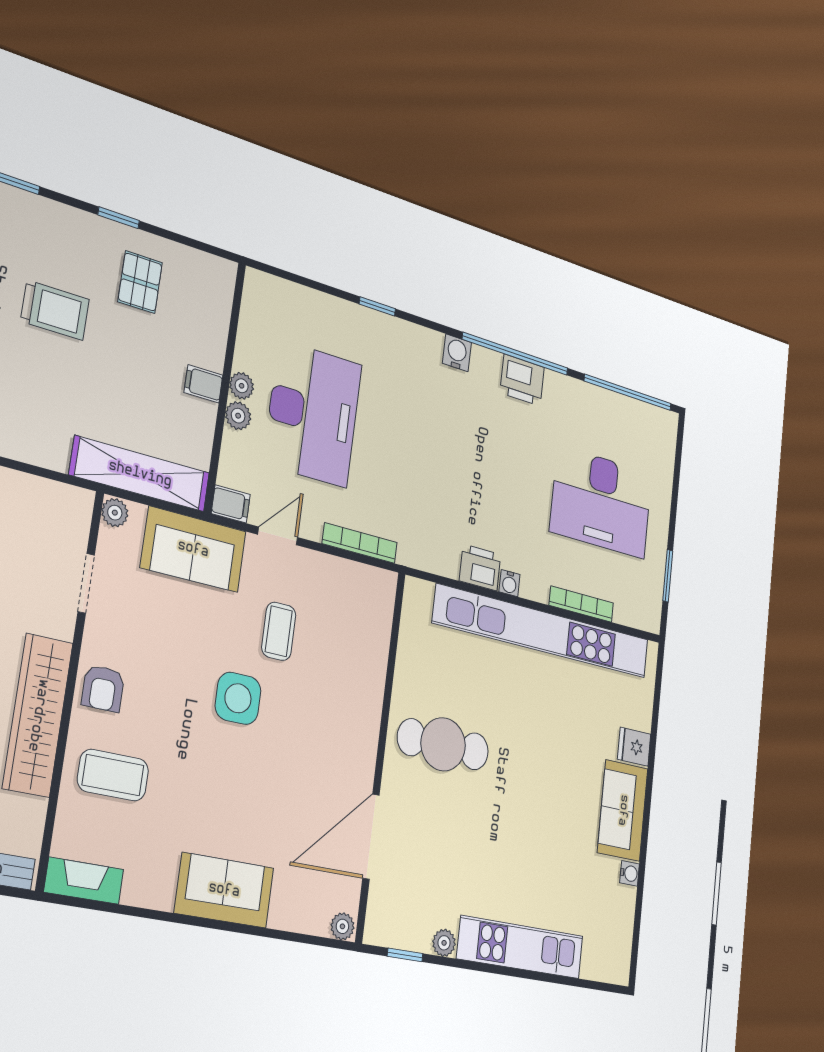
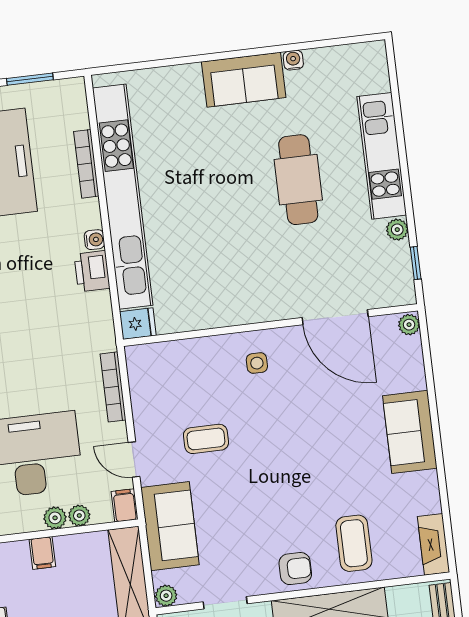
plant: (242, 386) -> (79, 516), moved
side table: (238, 698) -> (257, 363), moved, width x0.54, depth x0.54
cafe table: (443, 744) -> (298, 180), moved
fridge: (634, 747) -> (138, 324), moved, turned -90

